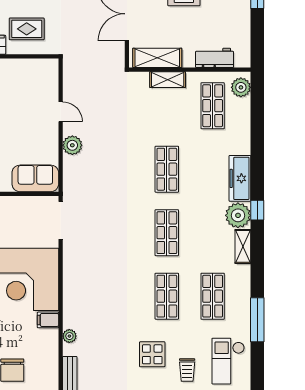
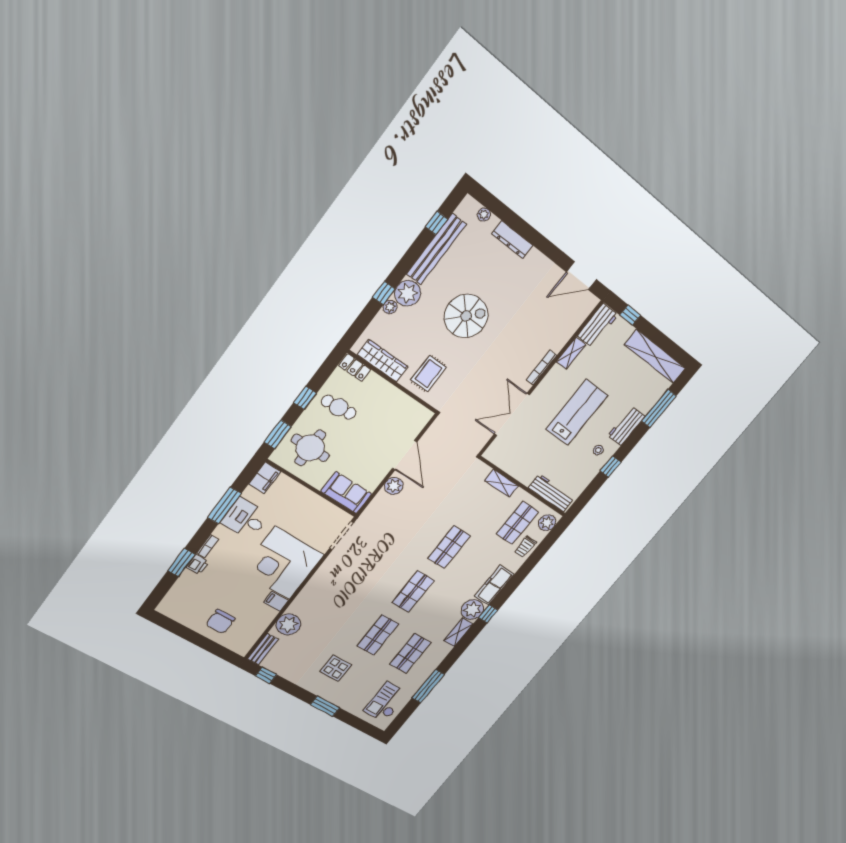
rug: (27, 29) -> (429, 373), turned 90
shelving: (157, 58) -> (507, 462), removed
workbench: (215, 58) -> (551, 493), width x1.38
door: (61, 112) -> (405, 455), width x1.88
plant: (69, 336) -> (288, 624), width x1.88, depth x1.88
trolley: (187, 370) -> (525, 547), moved

